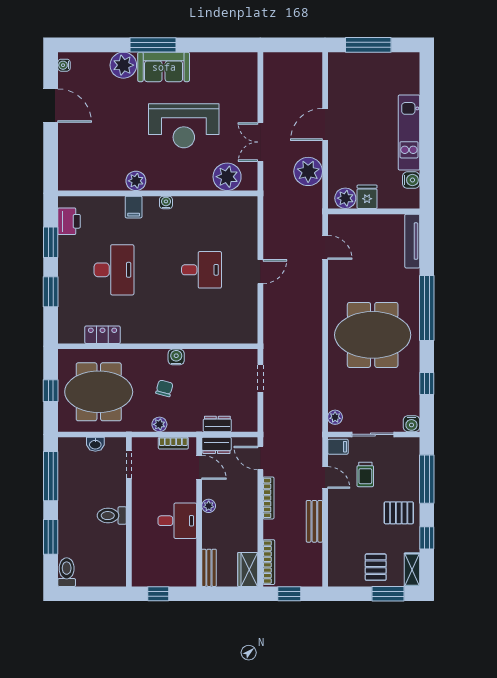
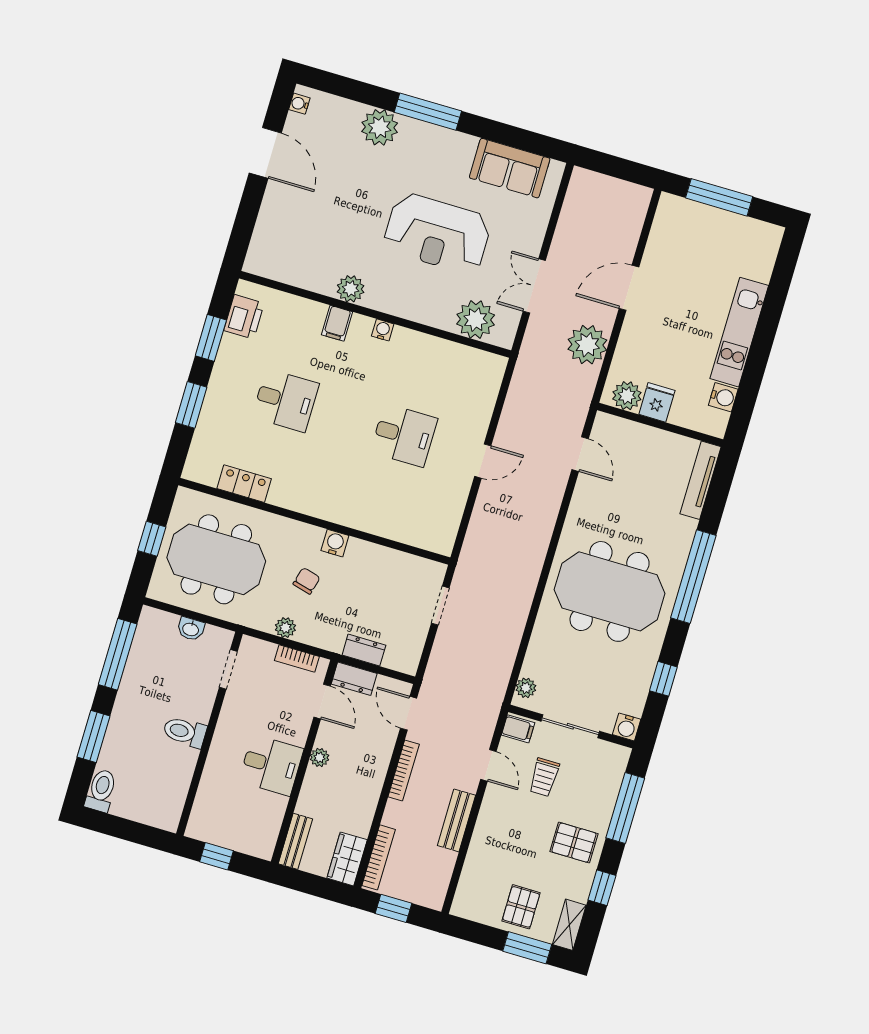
sofa: (164, 67) -> (510, 168), moved
desk: (114, 270) -> (285, 400), width x0.73

